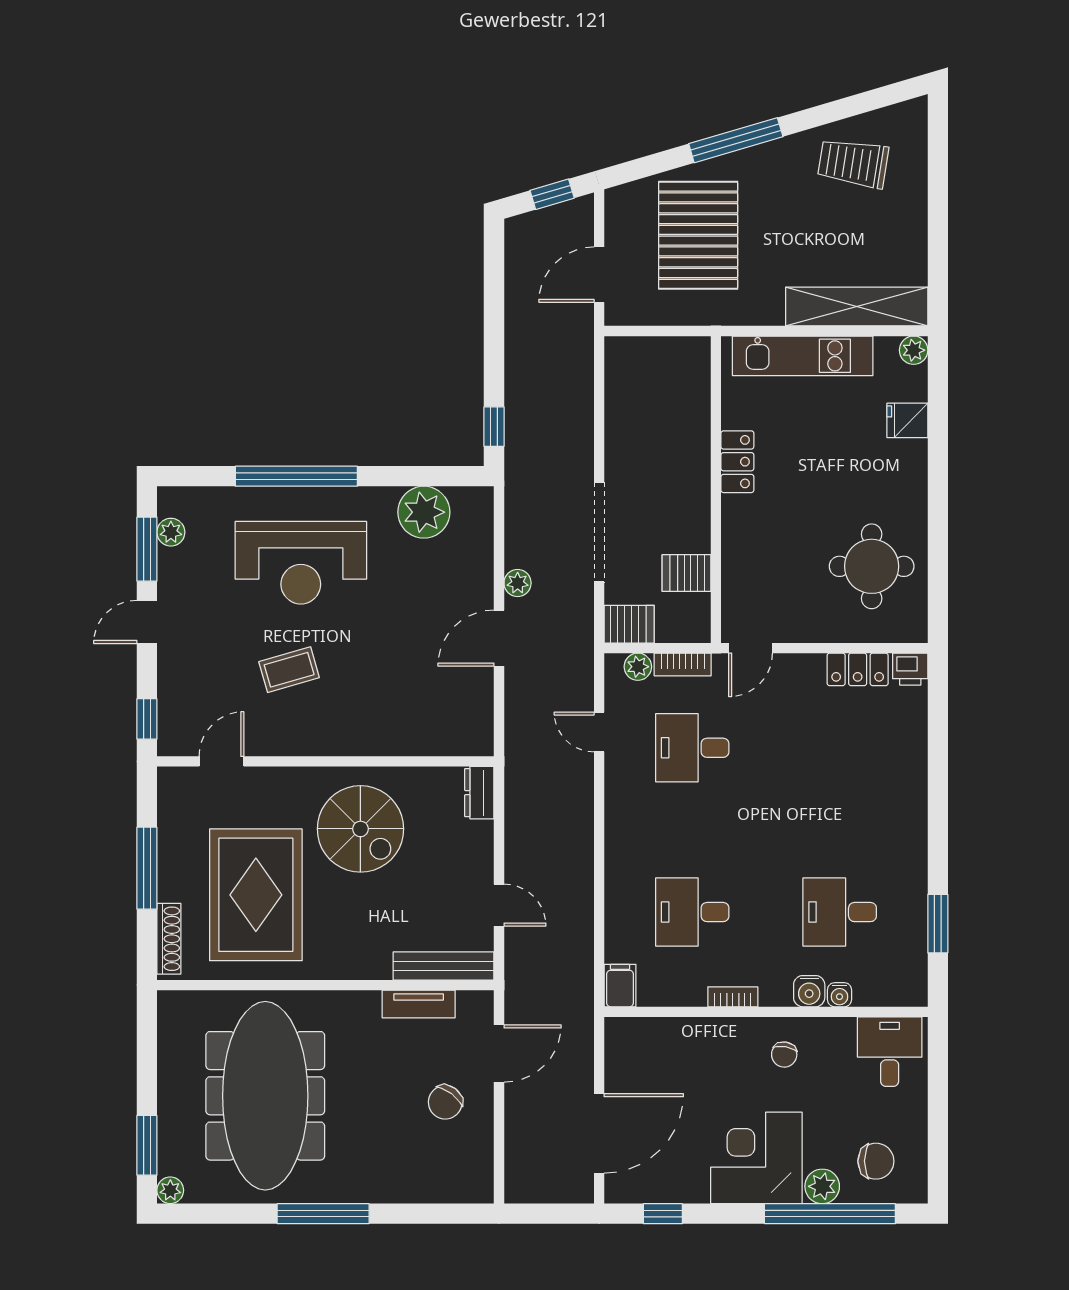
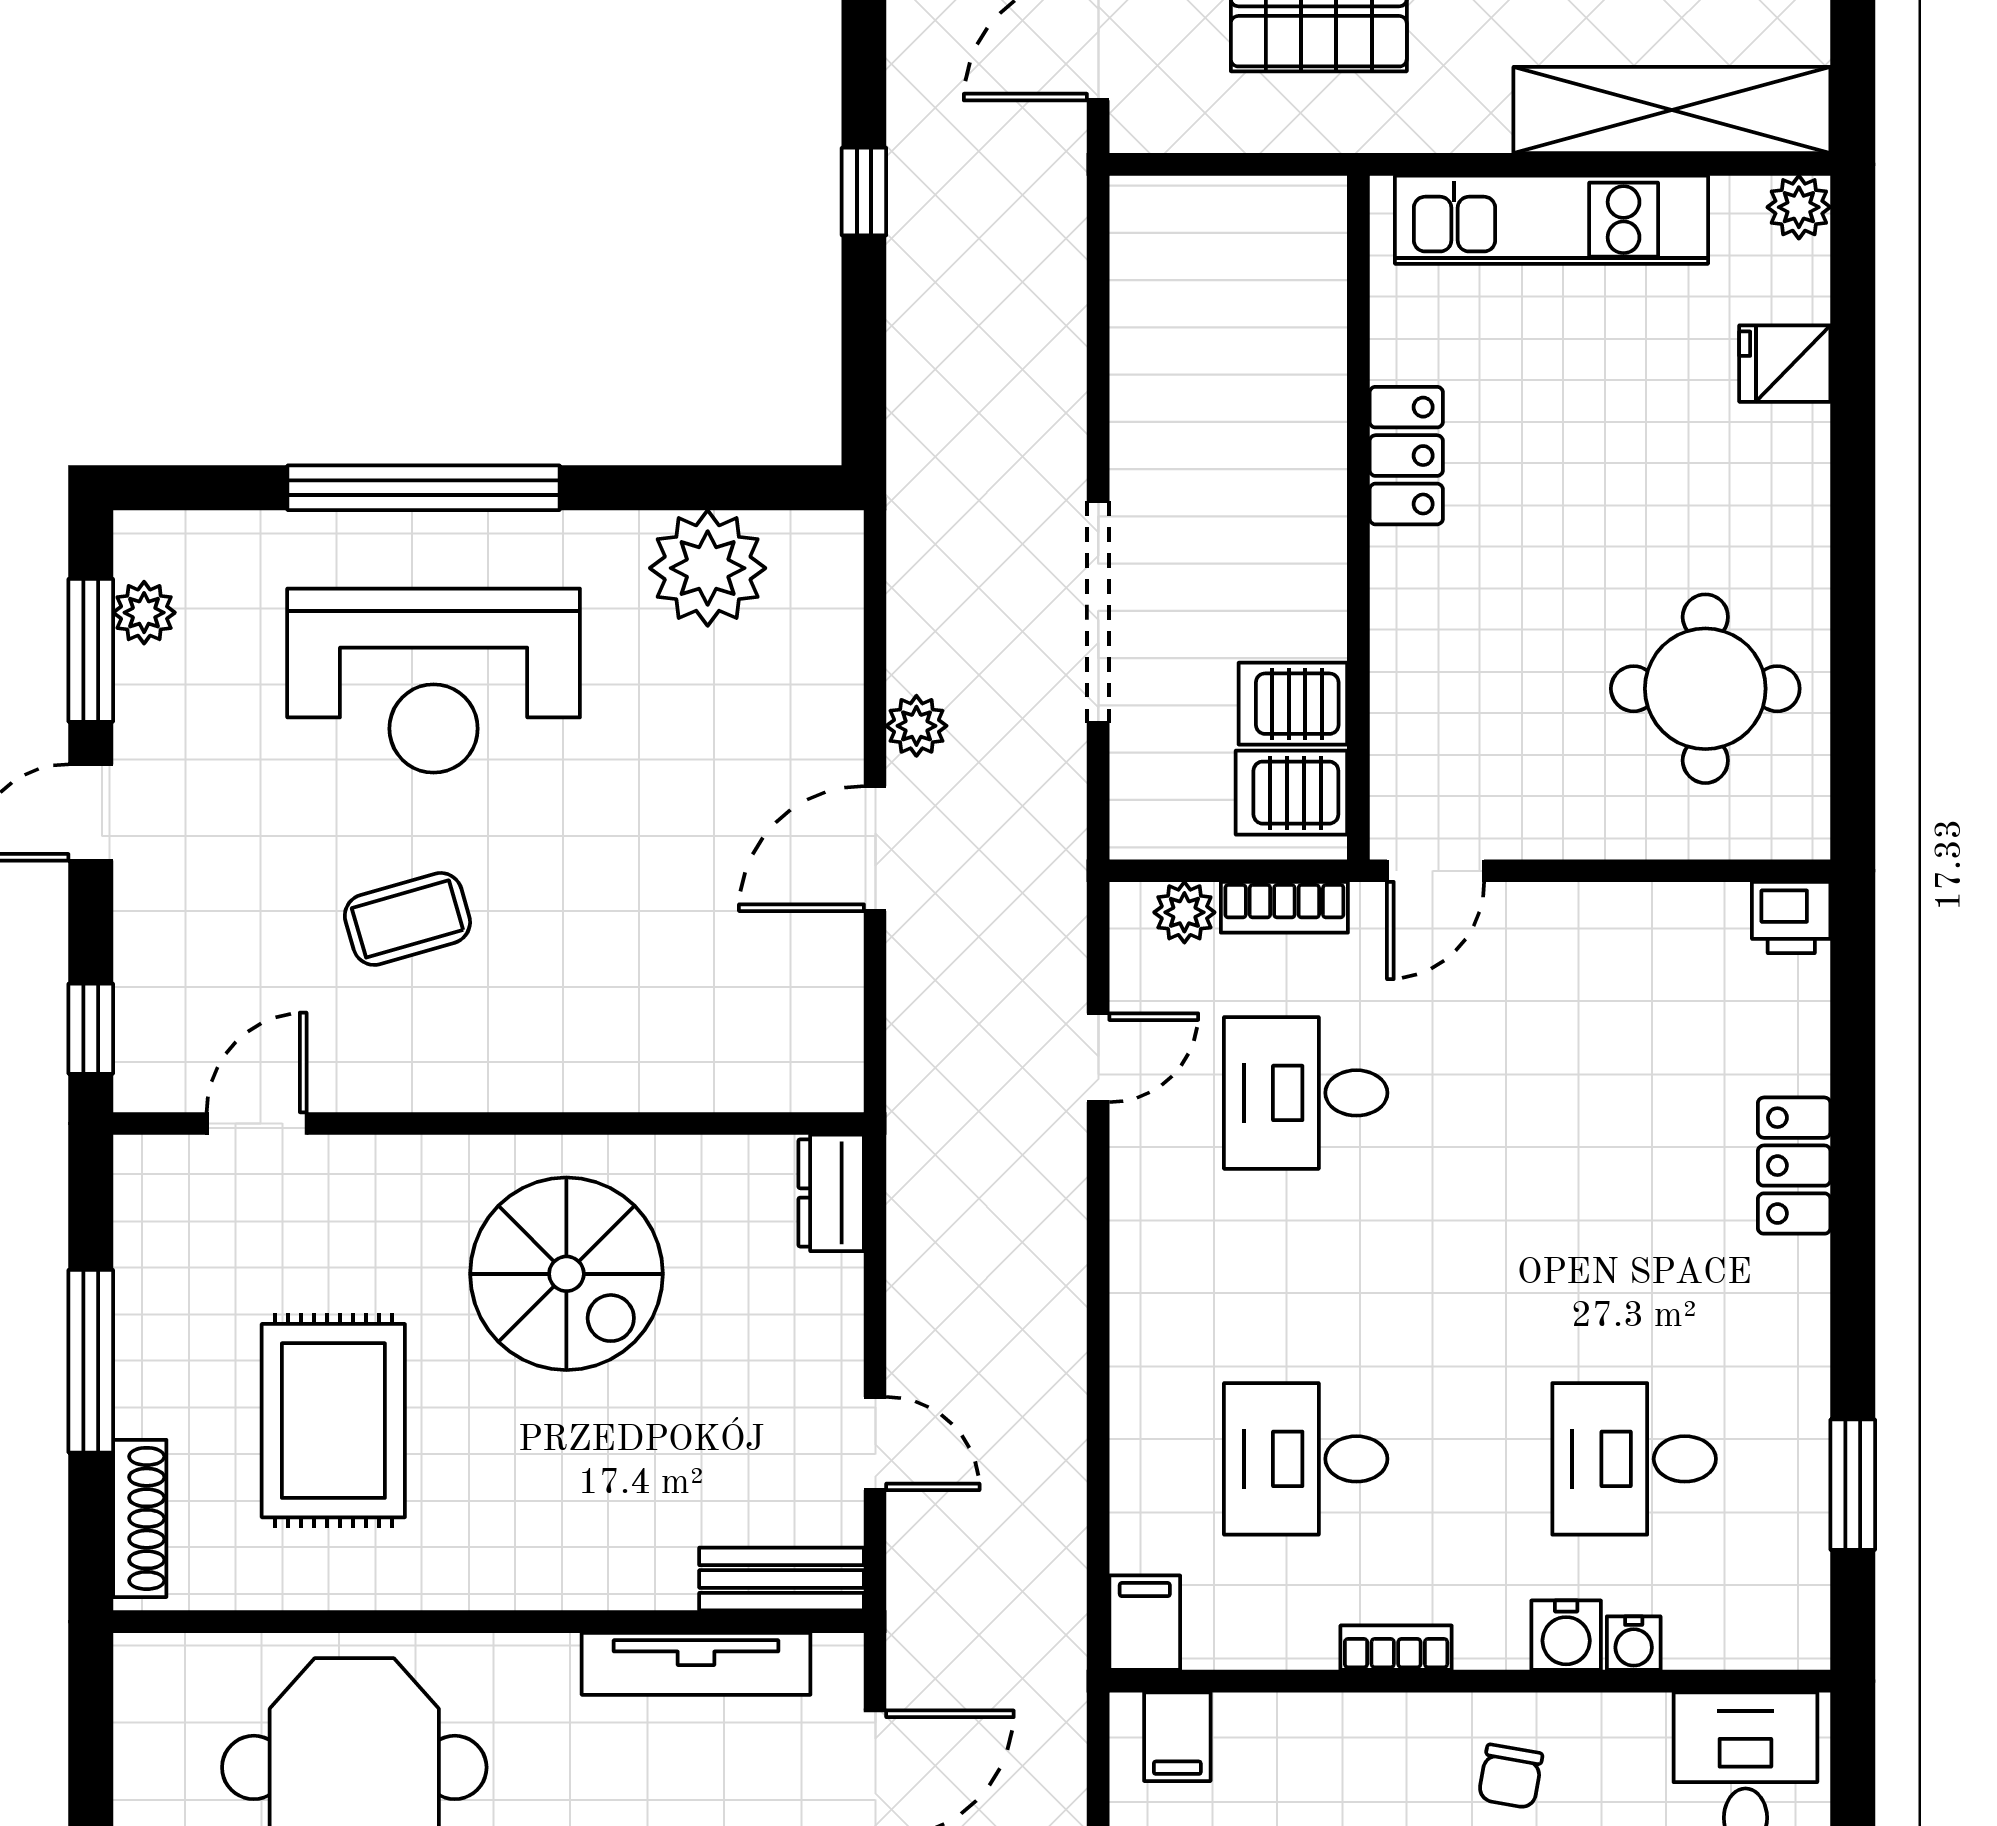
window: (494, 427) -> (864, 192), moved
server rack: (629, 624) -> (1291, 793), moved, turned 180
locker: (858, 669) -> (1794, 1166), moved, turned 90
door: (599, 732) -> (1098, 1058), swing flipped
rug: (256, 895) -> (333, 1421), width x0.73, depth x0.69
bench: (444, 966) -> (782, 1579), width x0.73
tv unit: (419, 1004) -> (696, 1664), width x1.41
filing cabinet: (635, 1037) -> (1177, 1737), added

